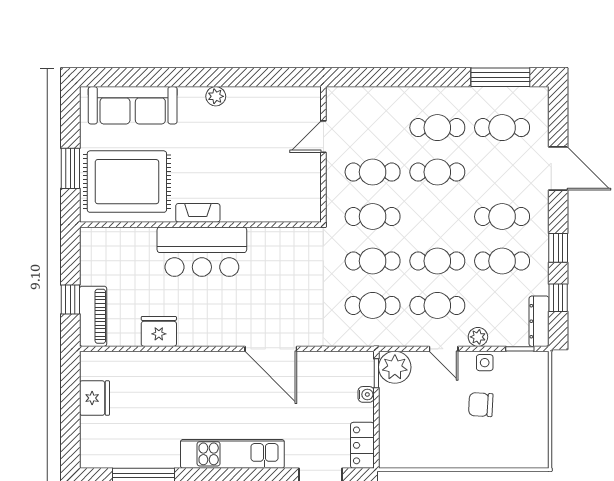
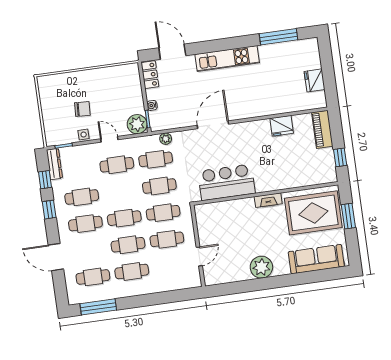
plant: (216, 96) -> (261, 267), width x1.87, depth x1.87
bar counter: (202, 252) -> (226, 182), moved
cafe table: (437, 261) -> (124, 218), moved
window: (70, 299) -> (340, 157), moved
plant: (478, 337) -> (166, 139), moved
door: (271, 349) -> (213, 125), hinge flipped

